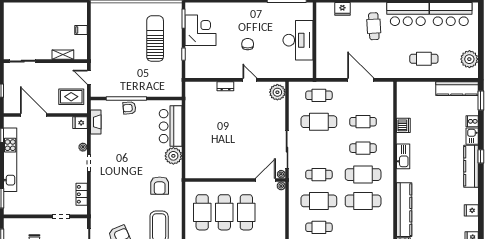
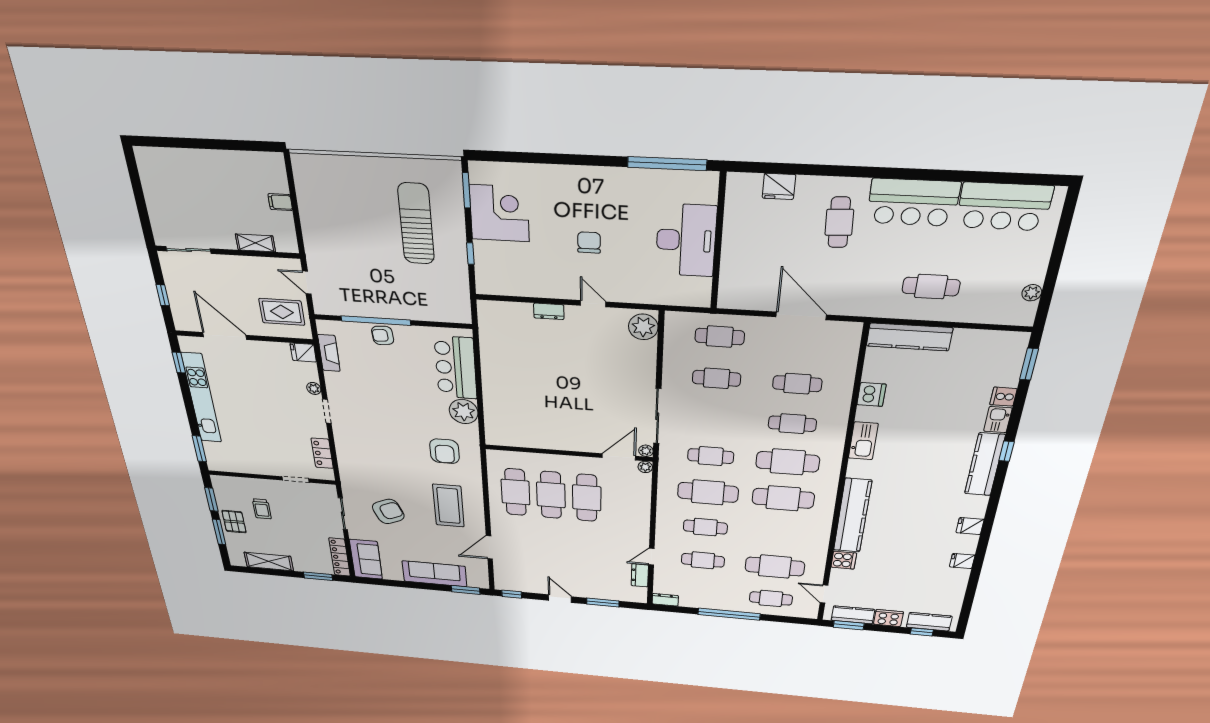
plant: (469, 59) -> (1032, 293), width x0.53, depth x0.53
kitchen counter: (457, 89) -> (909, 337), moved
cafe table: (319, 122) -> (717, 378), width x0.73, depth x0.74

